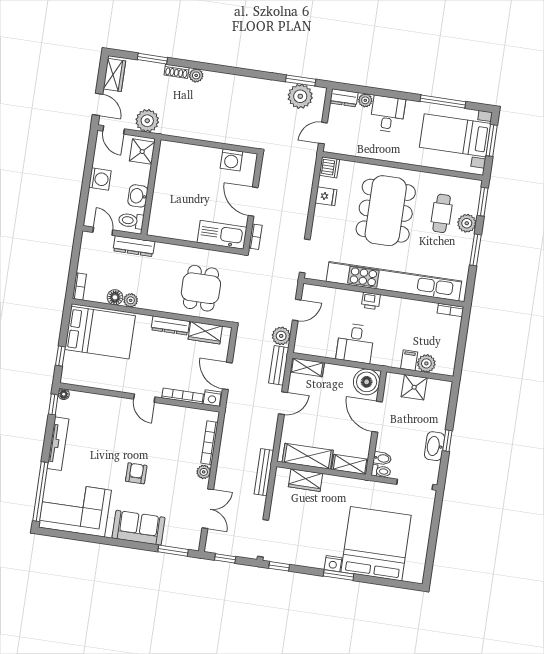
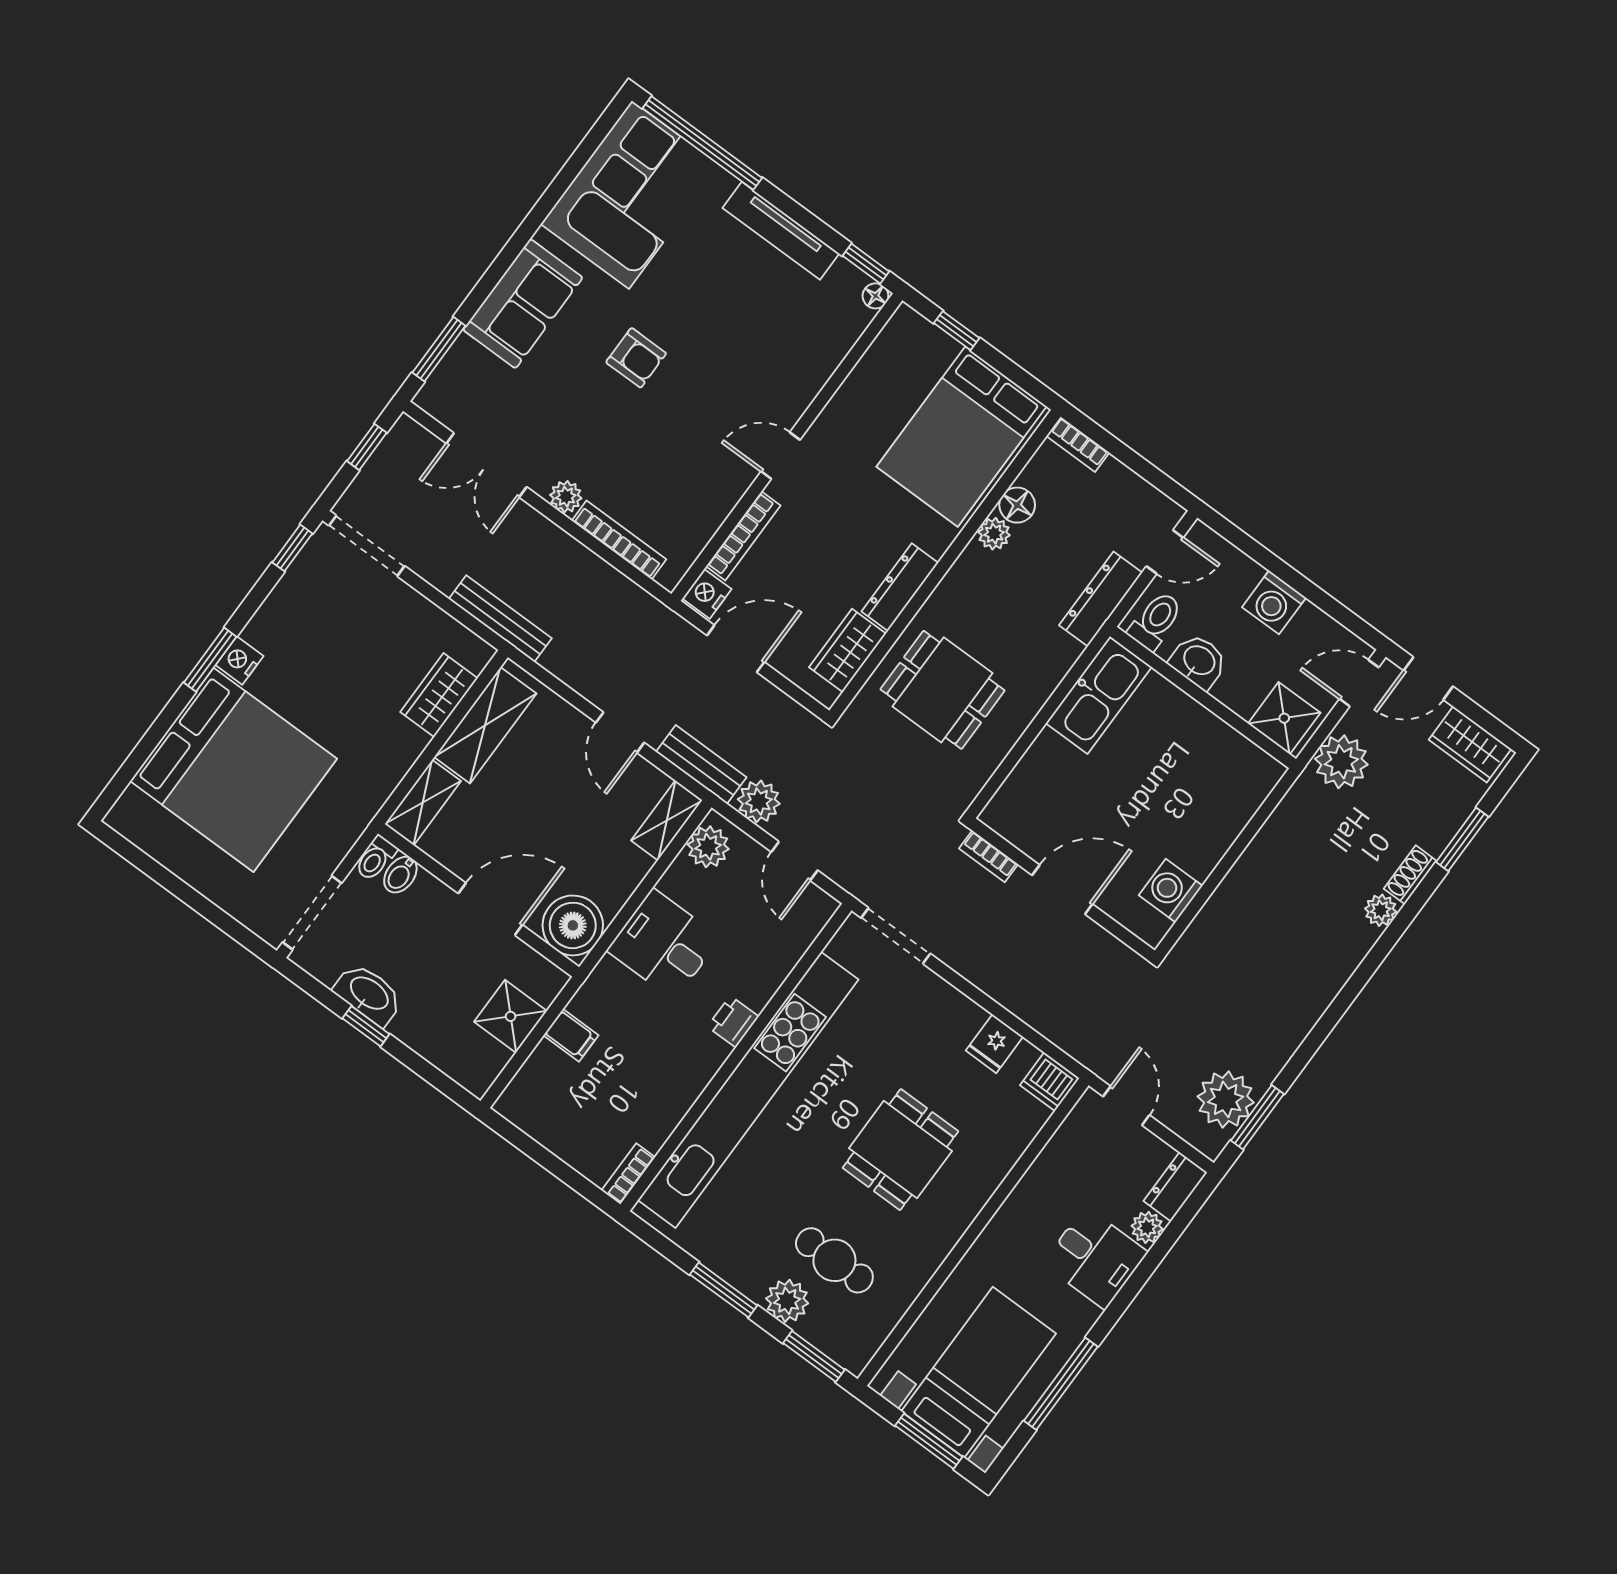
dining table: (386, 211) -> (900, 1150), width x0.53, depth x0.80
kitchen sink: (222, 235) -> (1099, 695), moved
plant: (426, 363) -> (708, 847), moved

